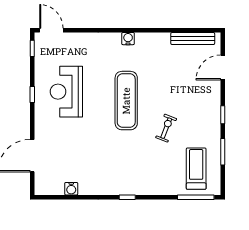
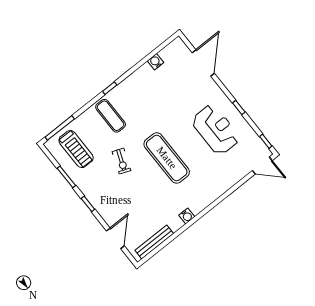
water cooler: (128, 39) -> (187, 216), moved
exercise mat: (145, 173) -> (111, 116), added

